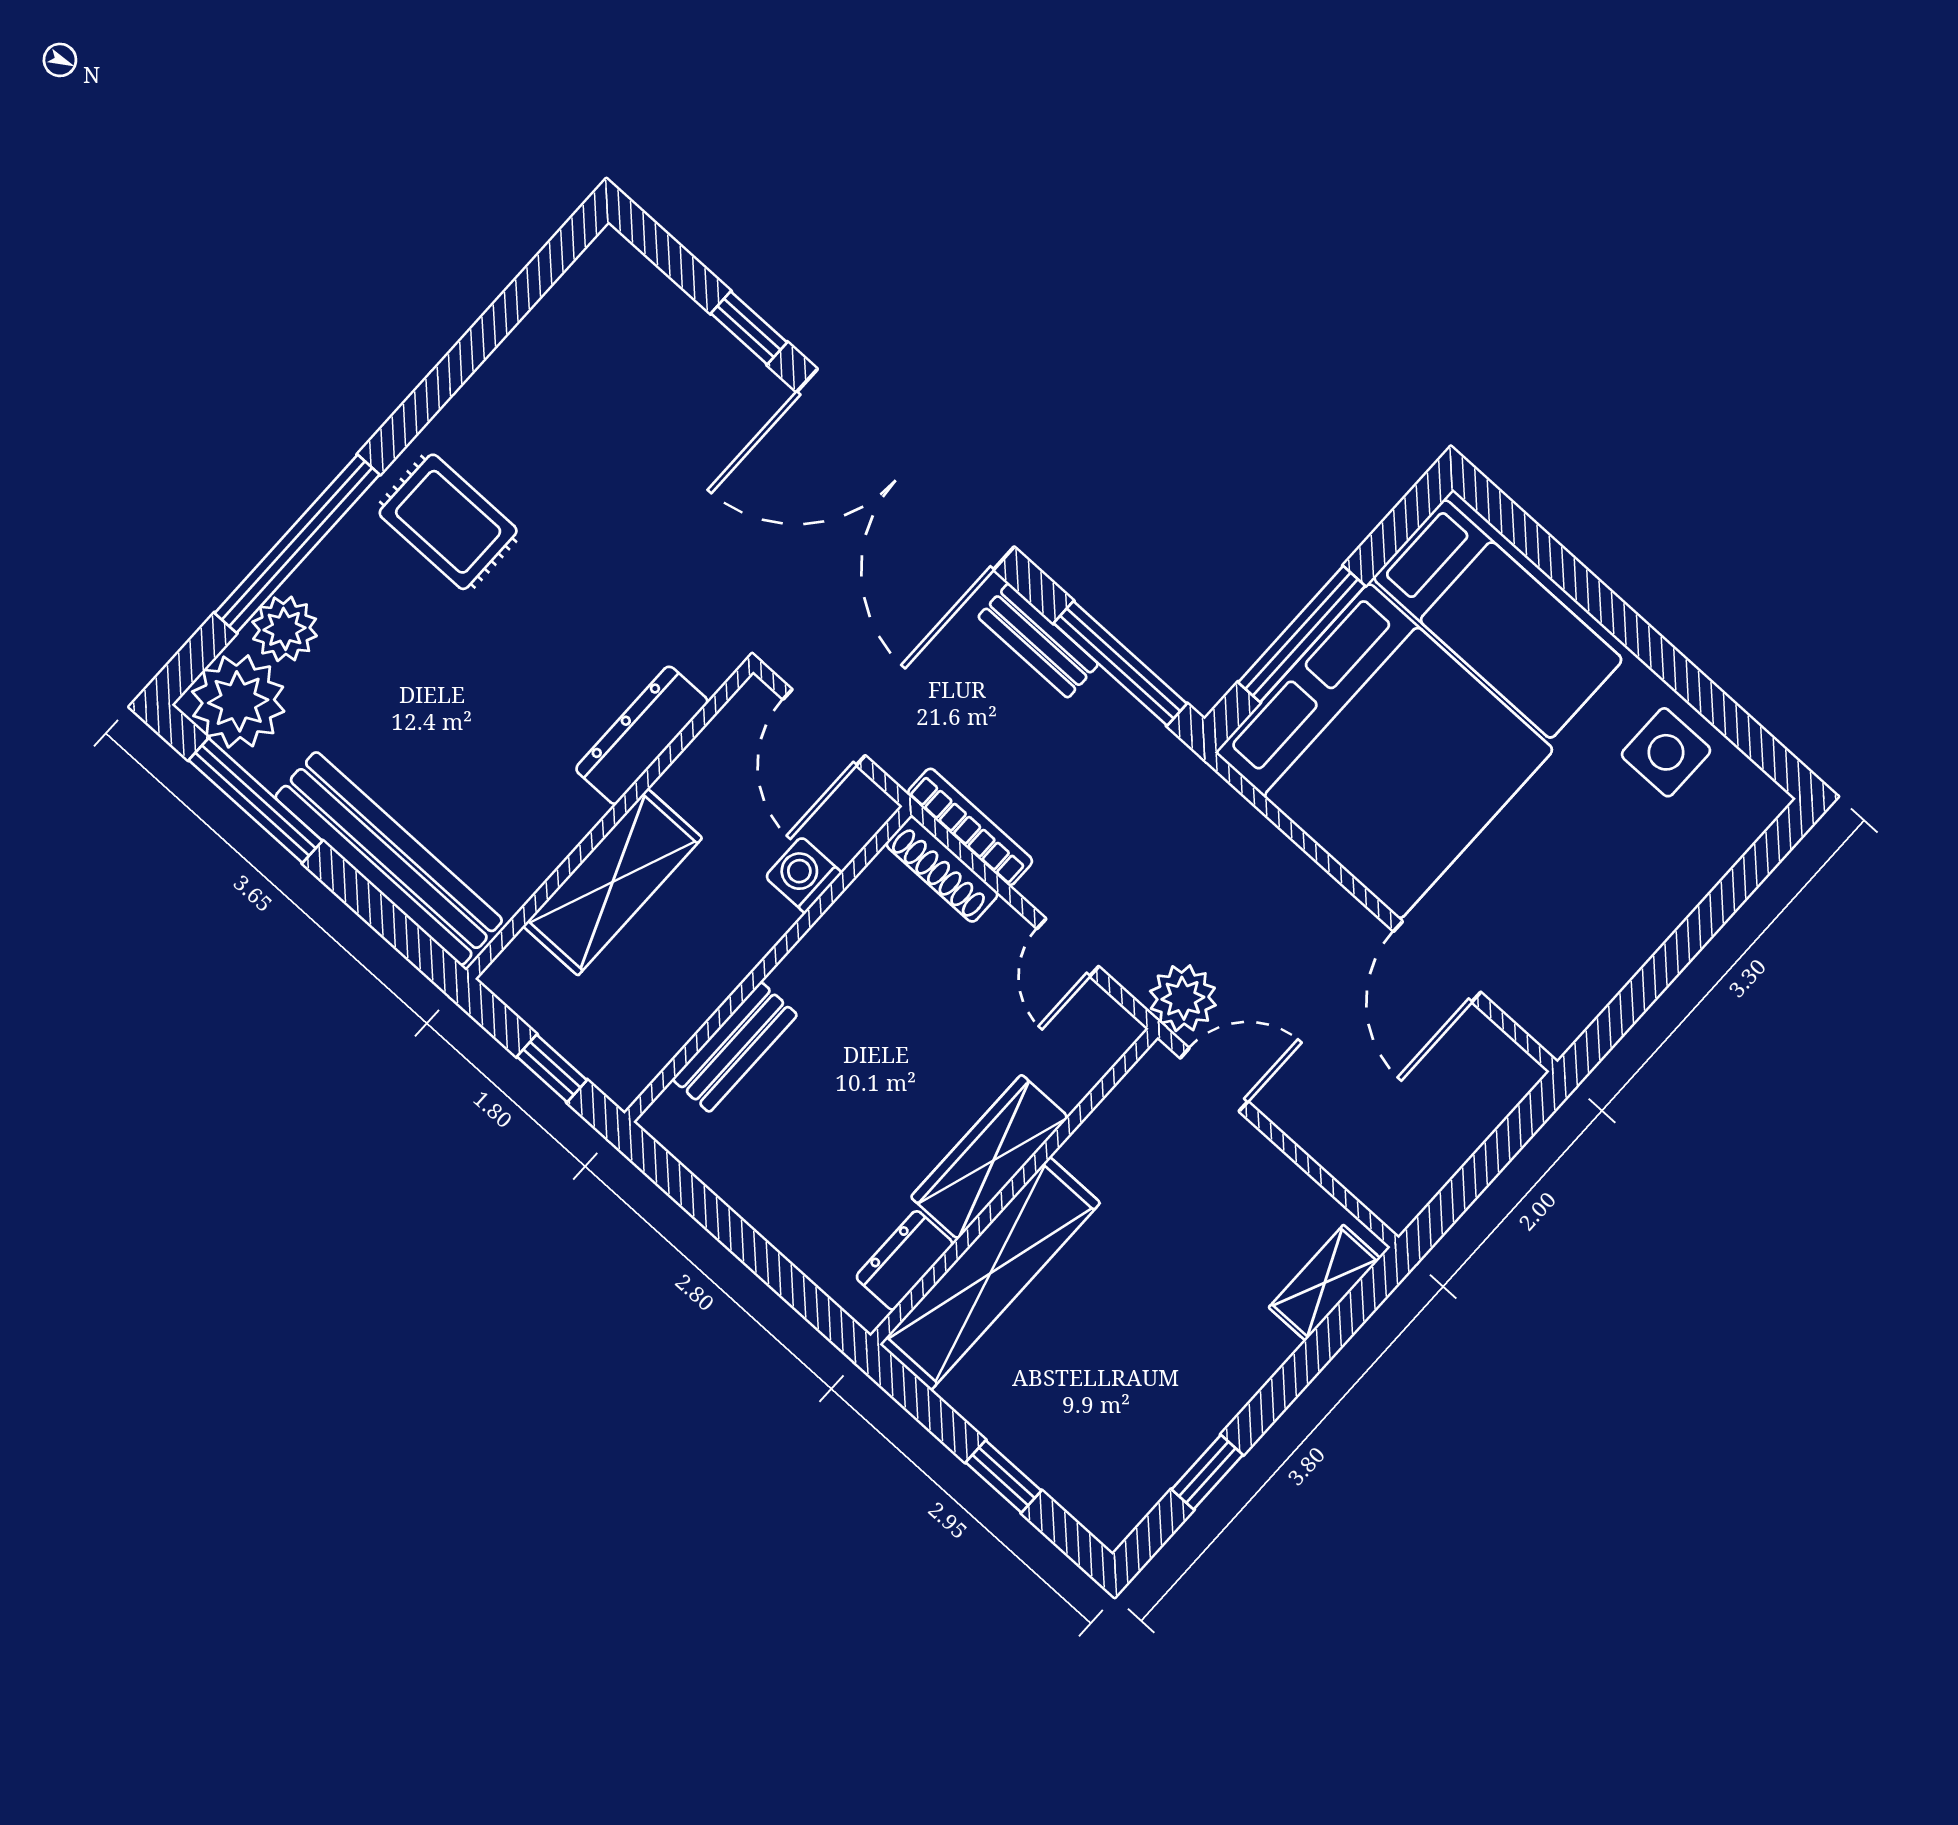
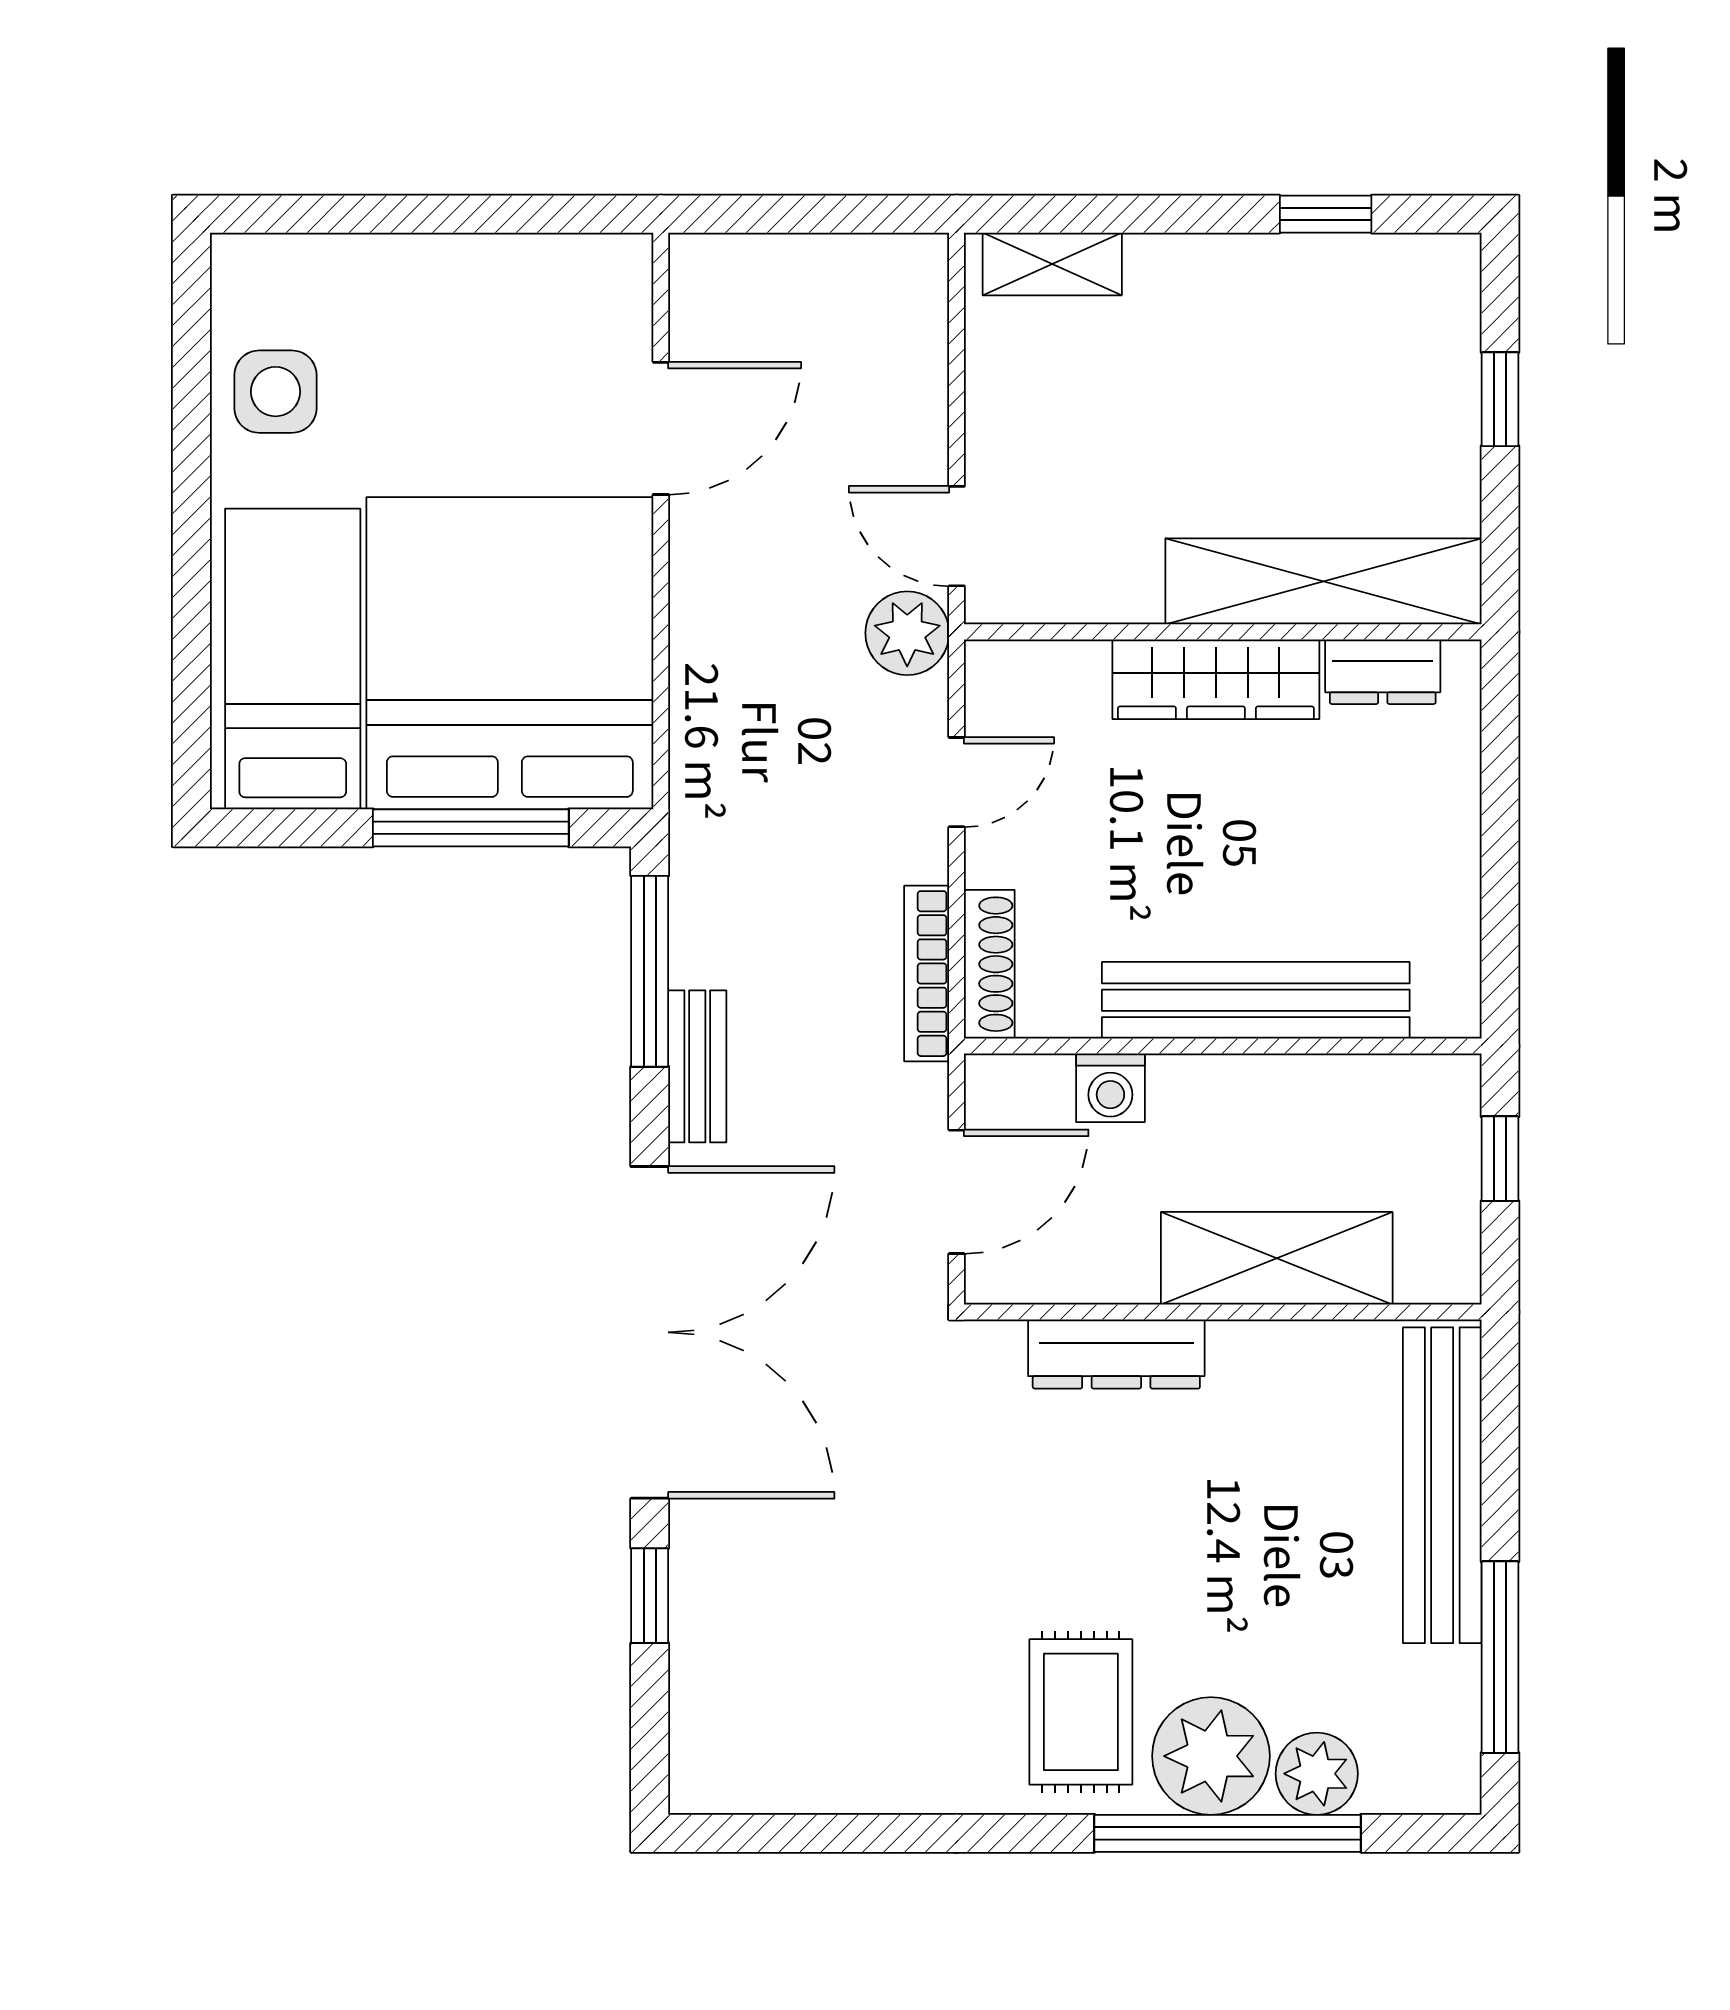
plant: (238, 701) -> (1211, 1756), moved
bench: (735, 1047) -> (1256, 1000), width x1.86, depth x1.21

